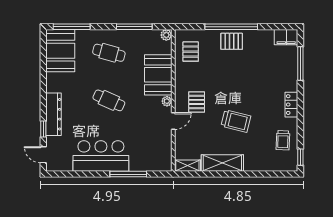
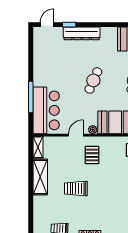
pallet: (197, 102) -> (92, 155), turned 90
door: (173, 121) -> (76, 135), swing flipped
trolley: (236, 121) -> (76, 188), turned 76
bar counter: (101, 156) -> (46, 110), moved

